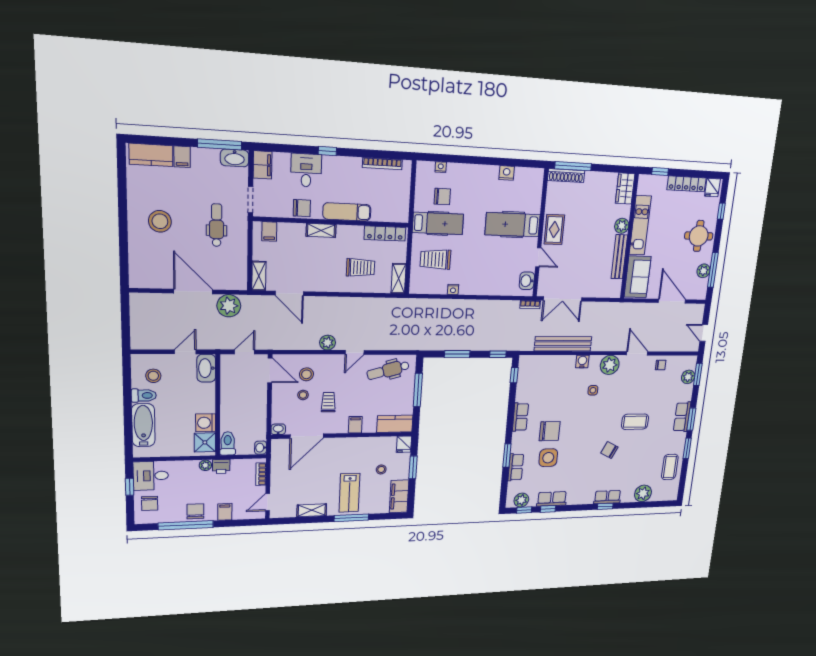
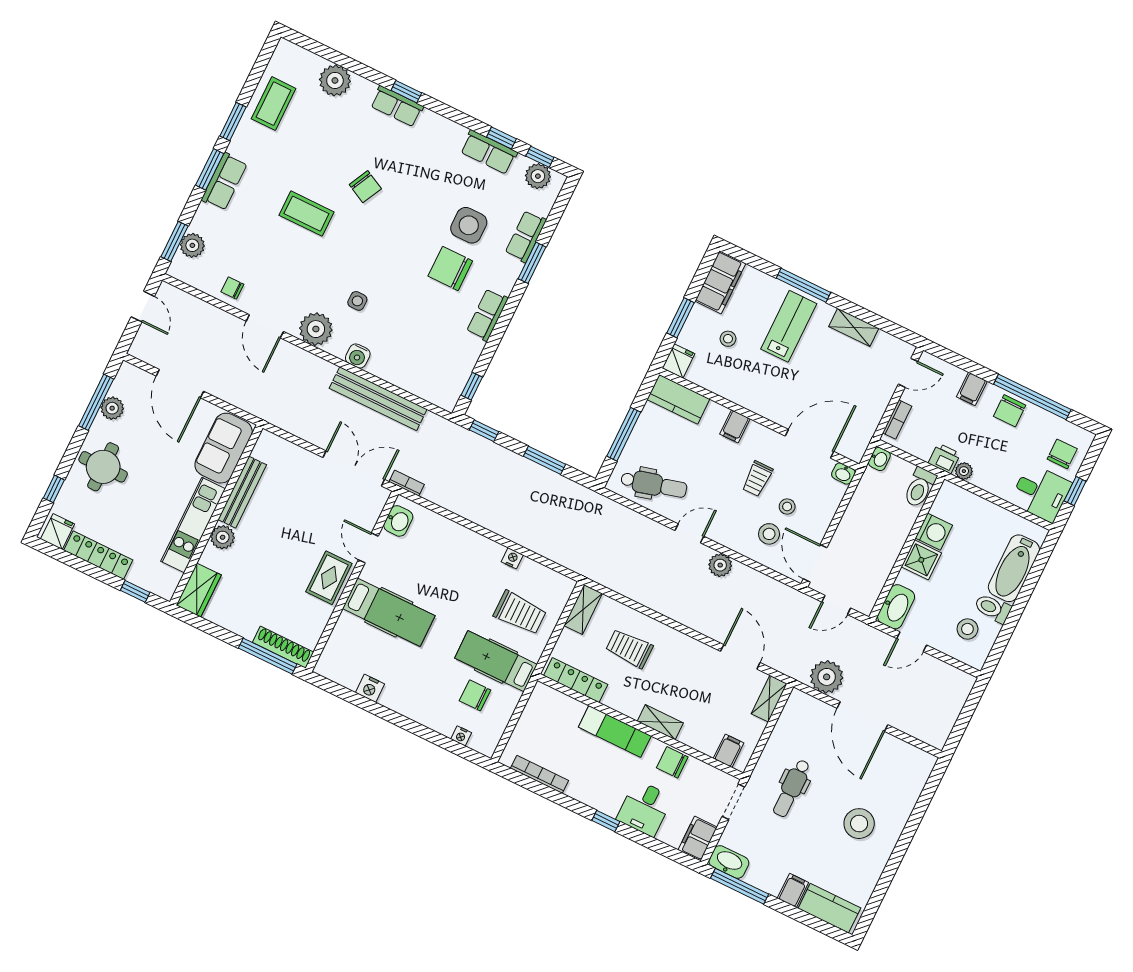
shower: (205, 442) -> (921, 560), moved

